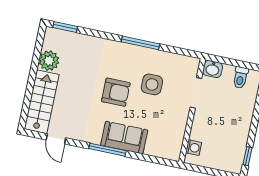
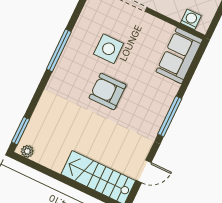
plant: (49, 61) -> (27, 151), moved, width x0.53, depth x0.53
armchair: (116, 92) -> (108, 91), turned -90
sofa: (124, 138) -> (179, 56), moved

